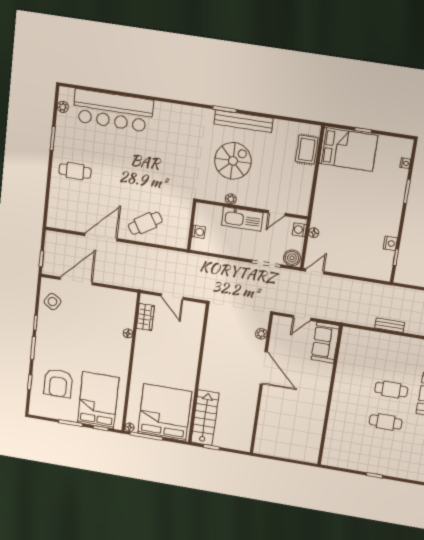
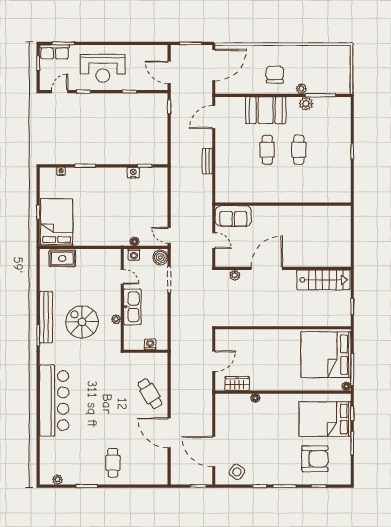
bar counter: (113, 111) -> (54, 401), moved
stairs: (205, 418) -> (323, 280), moved, turned 180

